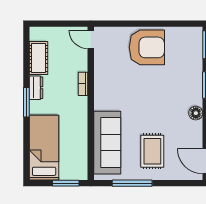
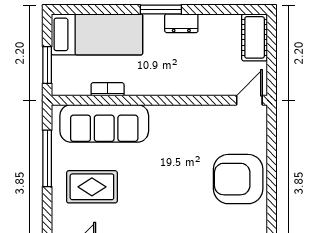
armchair: (147, 47) -> (238, 179), turned 90
cot: (39, 58) -> (255, 37), moved, turned 90
bookcase: (83, 84) -> (108, 89), moved

